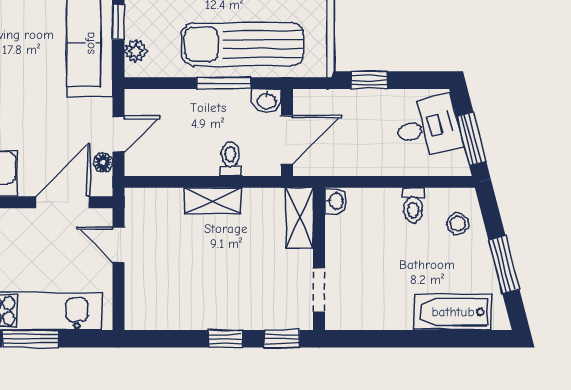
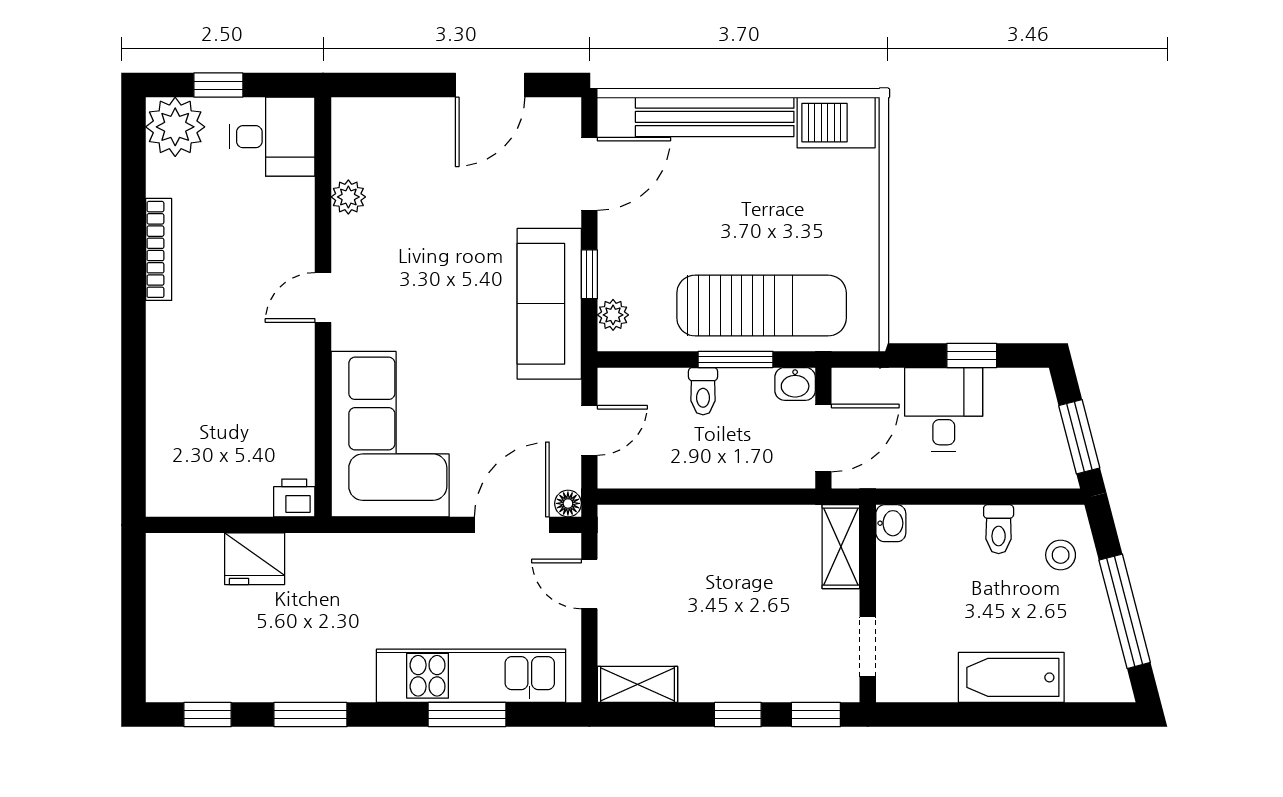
sun lounger: (243, 44) -> (762, 306), turned 180
window: (369, 80) -> (972, 355), moved
desk: (428, 127) -> (944, 410), moved, turned -75
toilet: (230, 159) -> (703, 391), moved, turned 180
floor lamp: (103, 163) -> (568, 503), moved
shelving: (213, 201) -> (637, 684), moved
window: (504, 264) -> (1125, 611), width x1.44
bathtub: (453, 312) -> (1011, 677), moved

